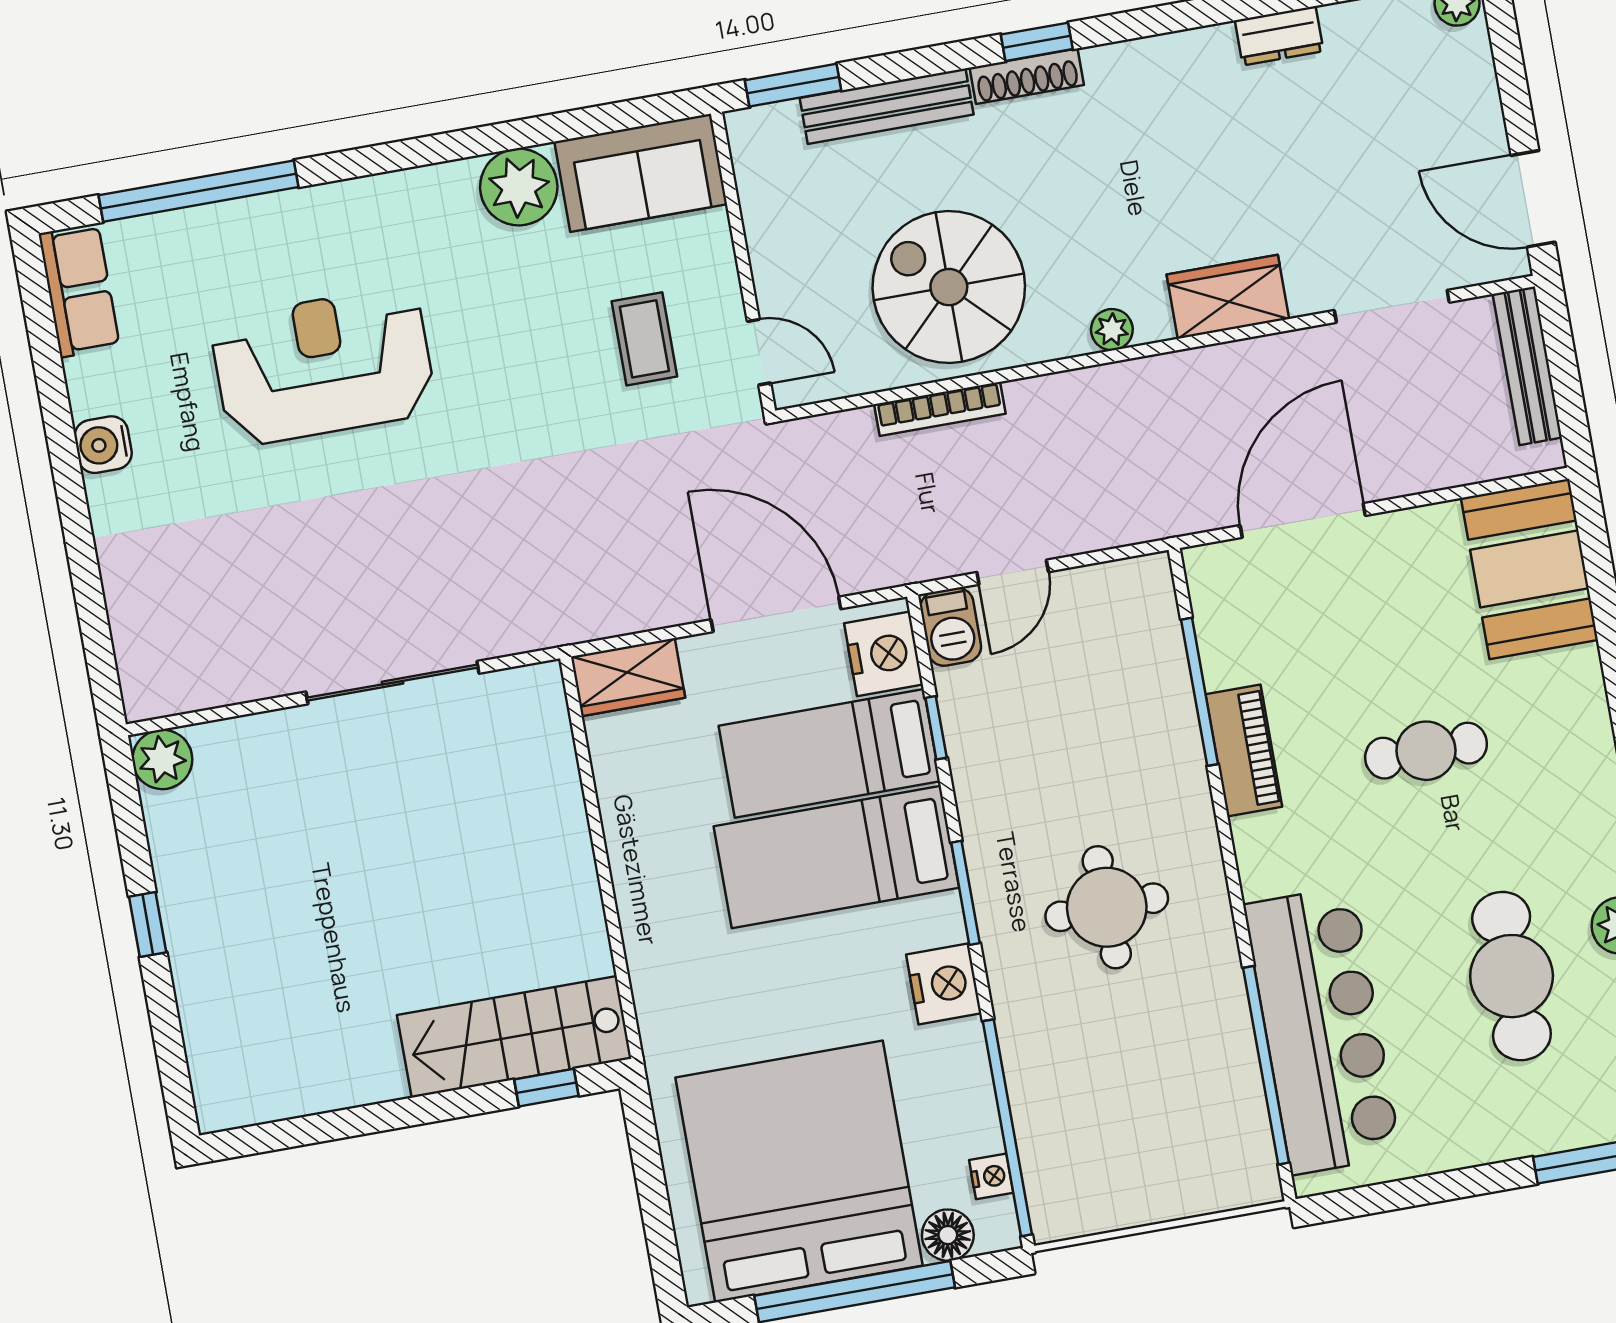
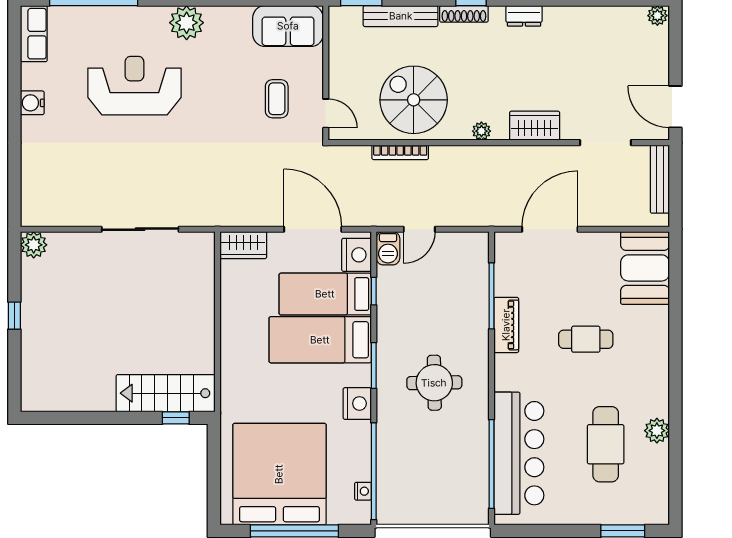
dresser: (1279, 36) -> (524, 16), moved
plant: (519, 187) -> (187, 23), moved
floor lamp: (948, 1235) -> (339, 513), removed

